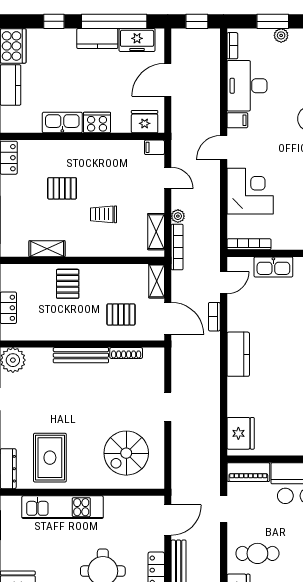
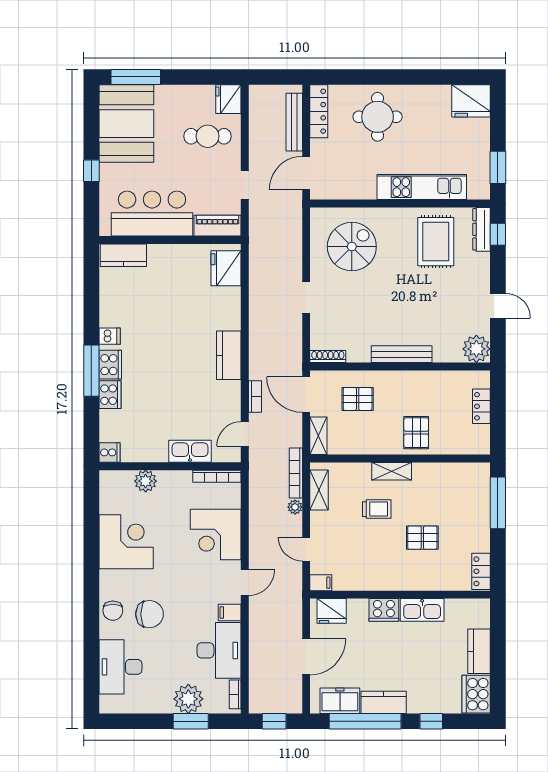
plant: (281, 35) -> (188, 699), width x1.87, depth x1.87
shelving: (47, 249) -> (392, 471), moved
shoe rack: (126, 353) -> (328, 357), moved

